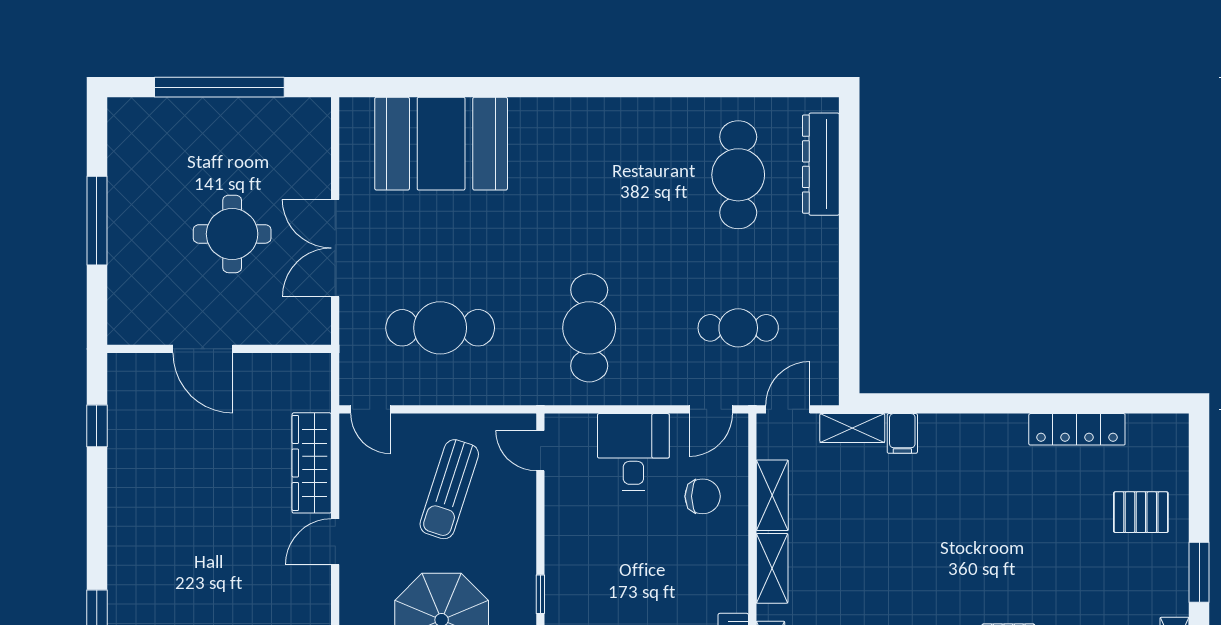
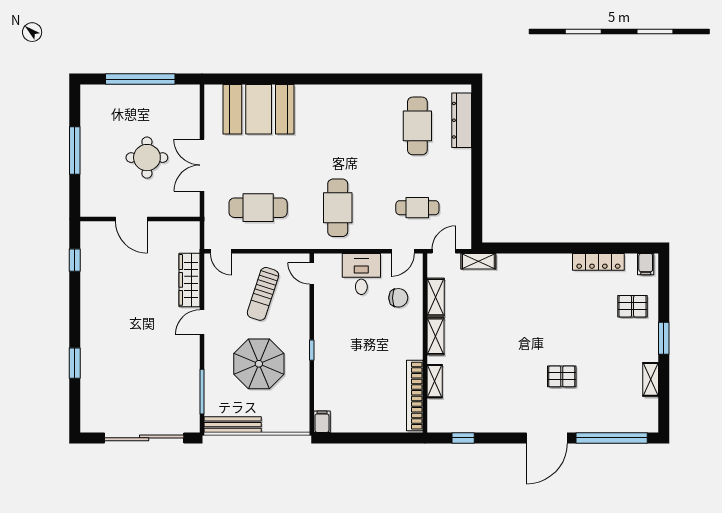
filing cabinet: (902, 433) -> (646, 264), moved

